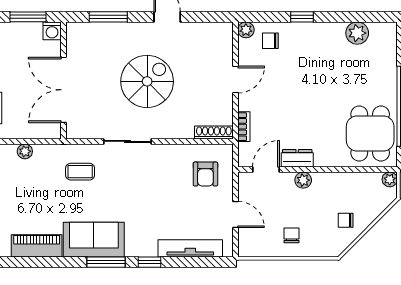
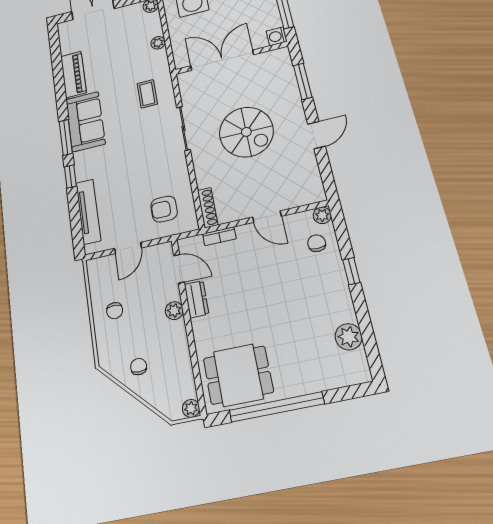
chair: (292, 235) -> (115, 311), turned 90

